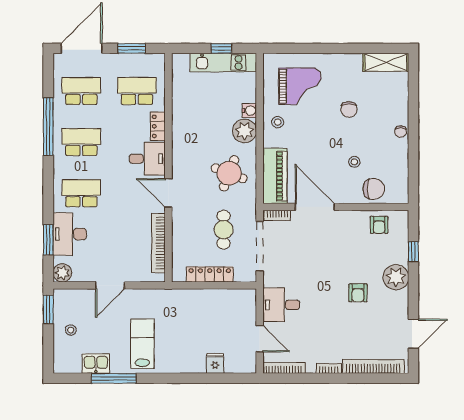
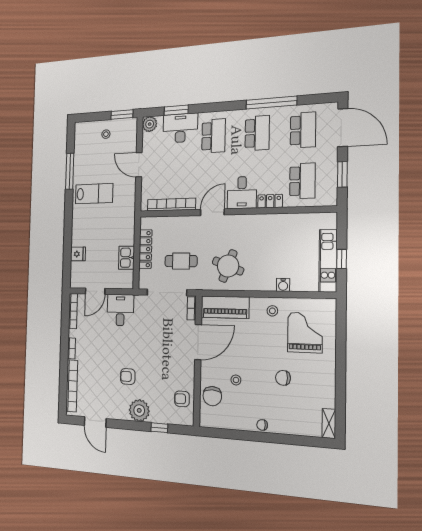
shelving: (386, 62) -> (329, 423), width x0.67, depth x0.75
grand piano: (300, 86) -> (305, 333), turned 180
plant: (245, 131) -> (265, 280), removed
kitchen sink: (96, 364) -> (126, 258), moved, turned 180

